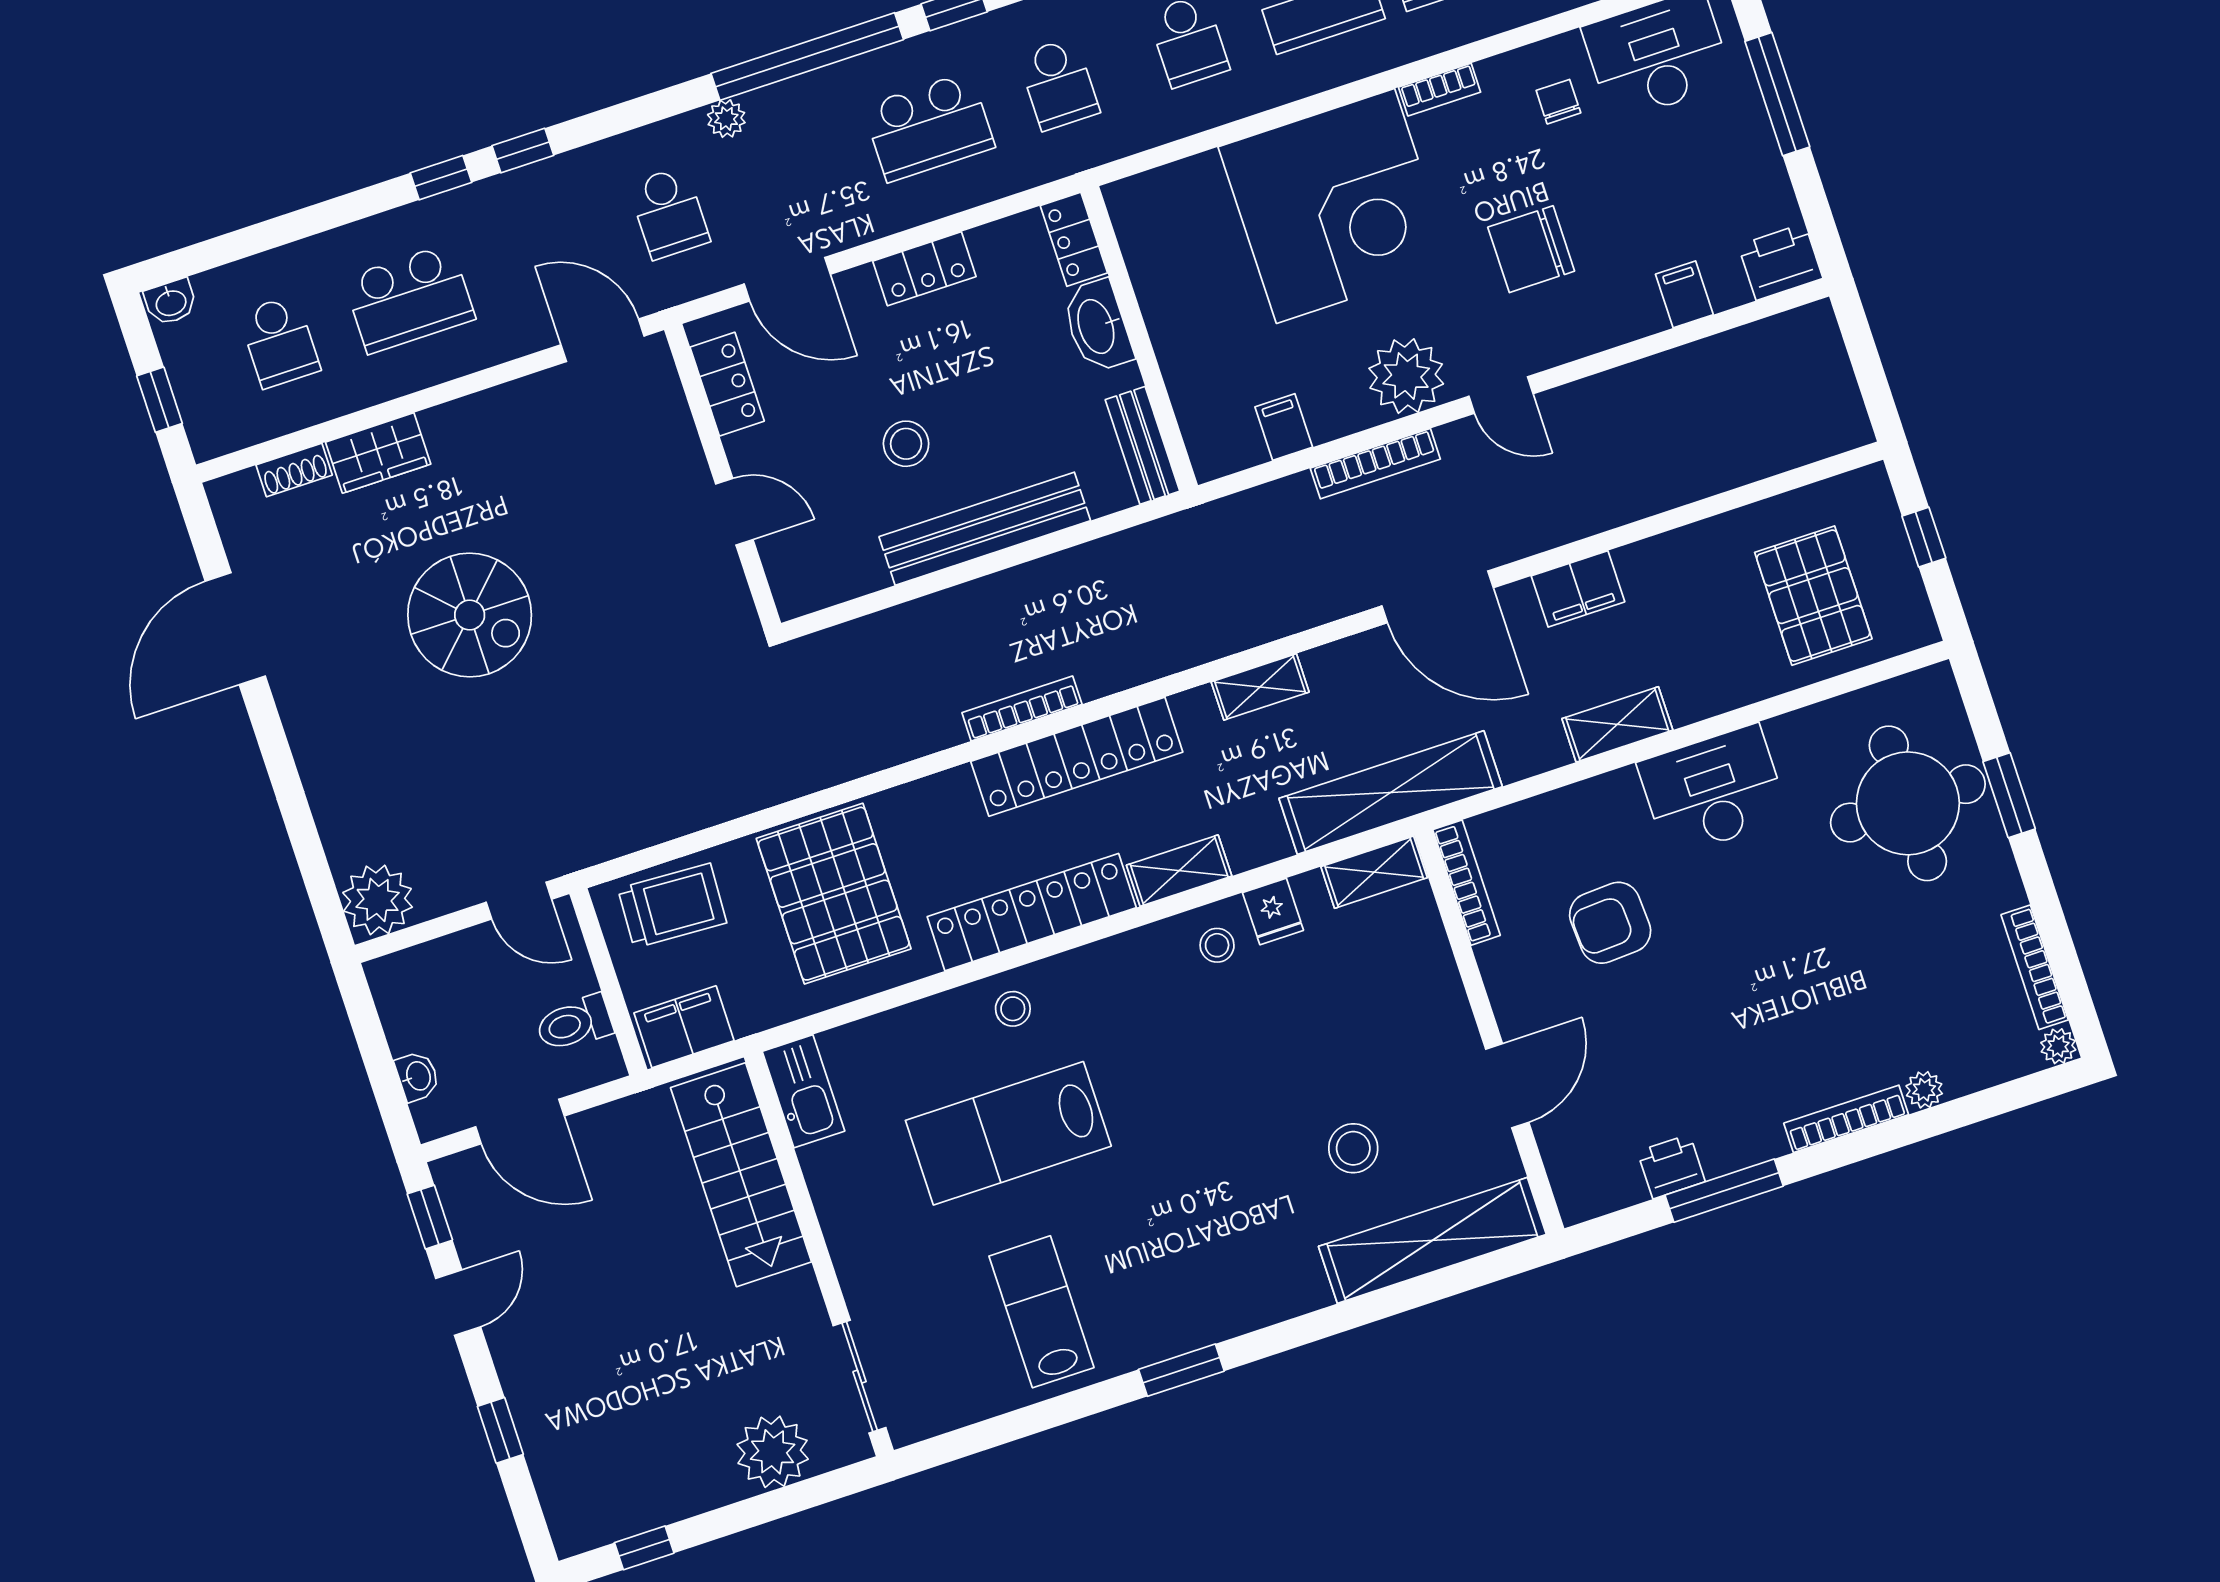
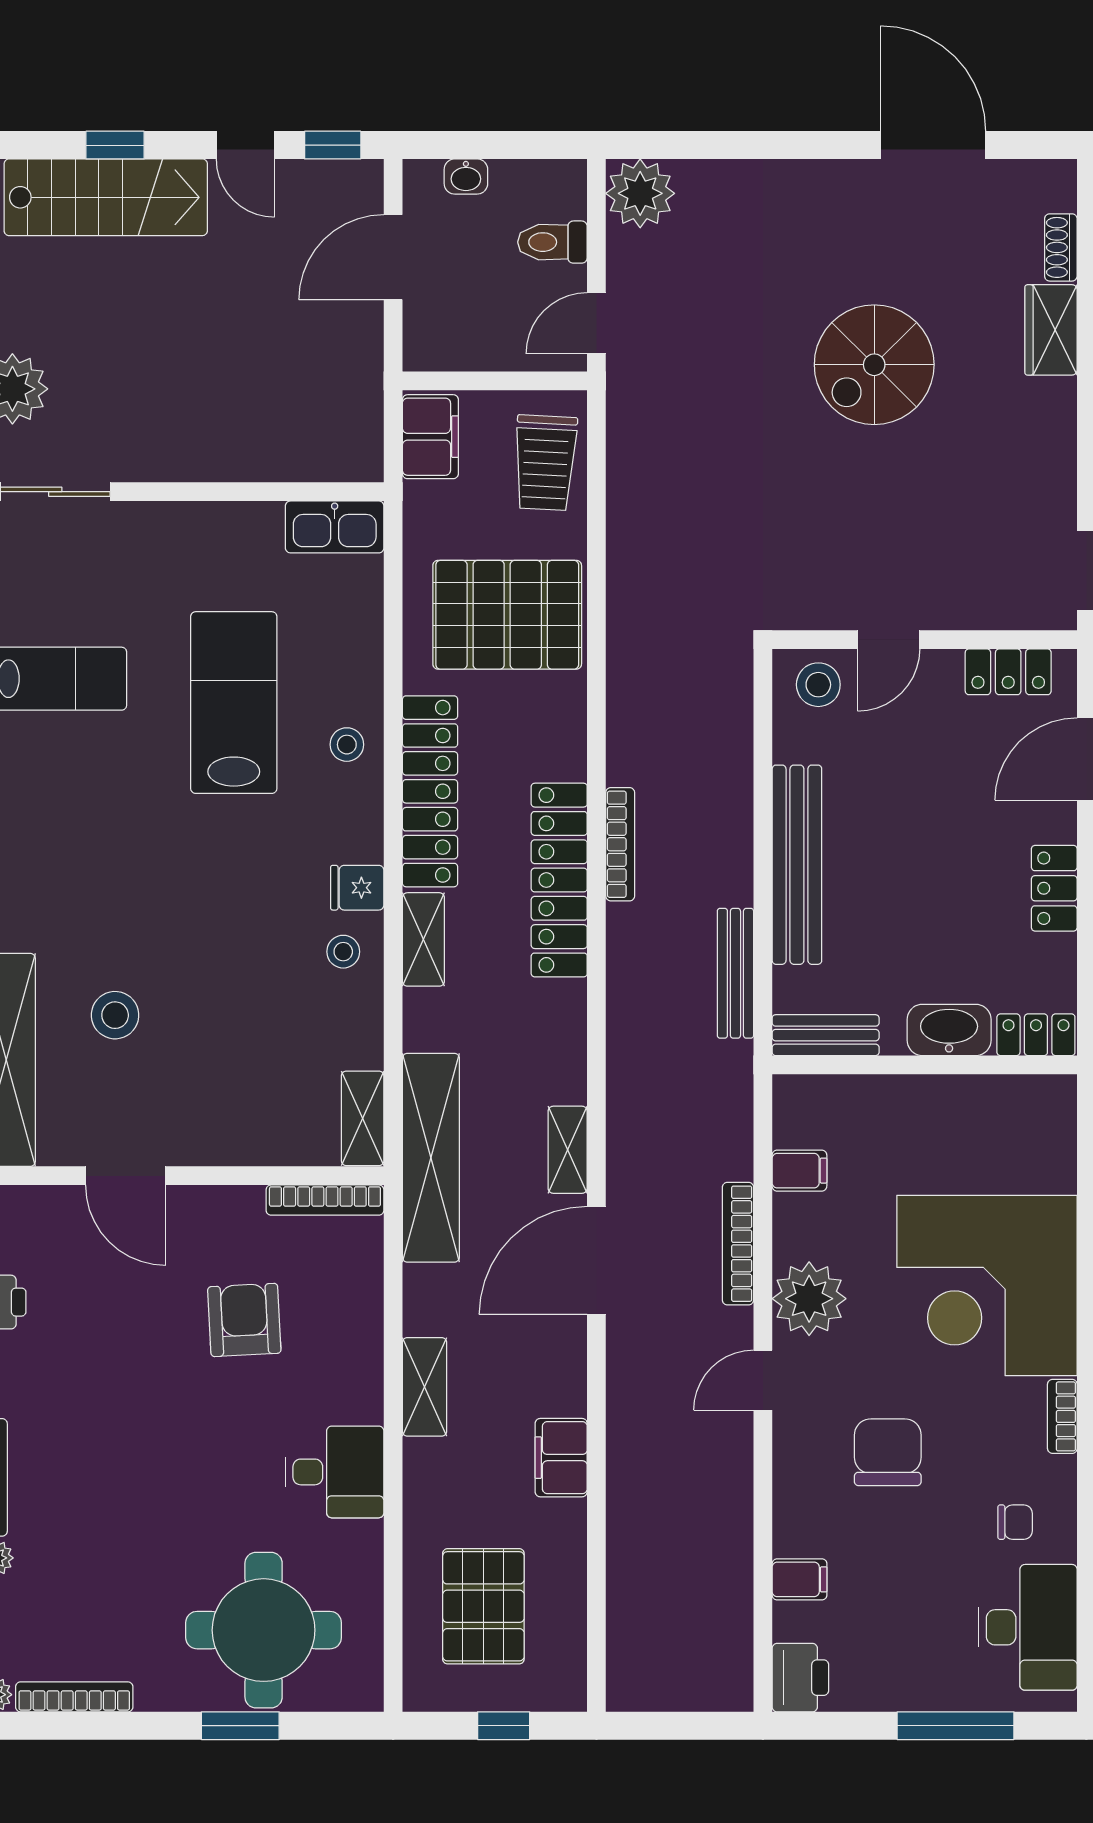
stool: (906, 444) -> (818, 685), moved
bench: (1111, 554) -> (735, 973), added
filing cabinet: (1578, 589) -> (561, 1458), moved
pallet: (1813, 596) -> (483, 1606), turned 90
shelving: (1260, 687) -> (568, 1150), moved
desk: (1713, 791) -> (334, 1472), width x0.73
fridge: (1273, 911) -> (357, 888), moved
toilet: (574, 1023) -> (552, 242), moved, turned -90
stairs: (741, 1175) -> (106, 197), moved, turned 180

